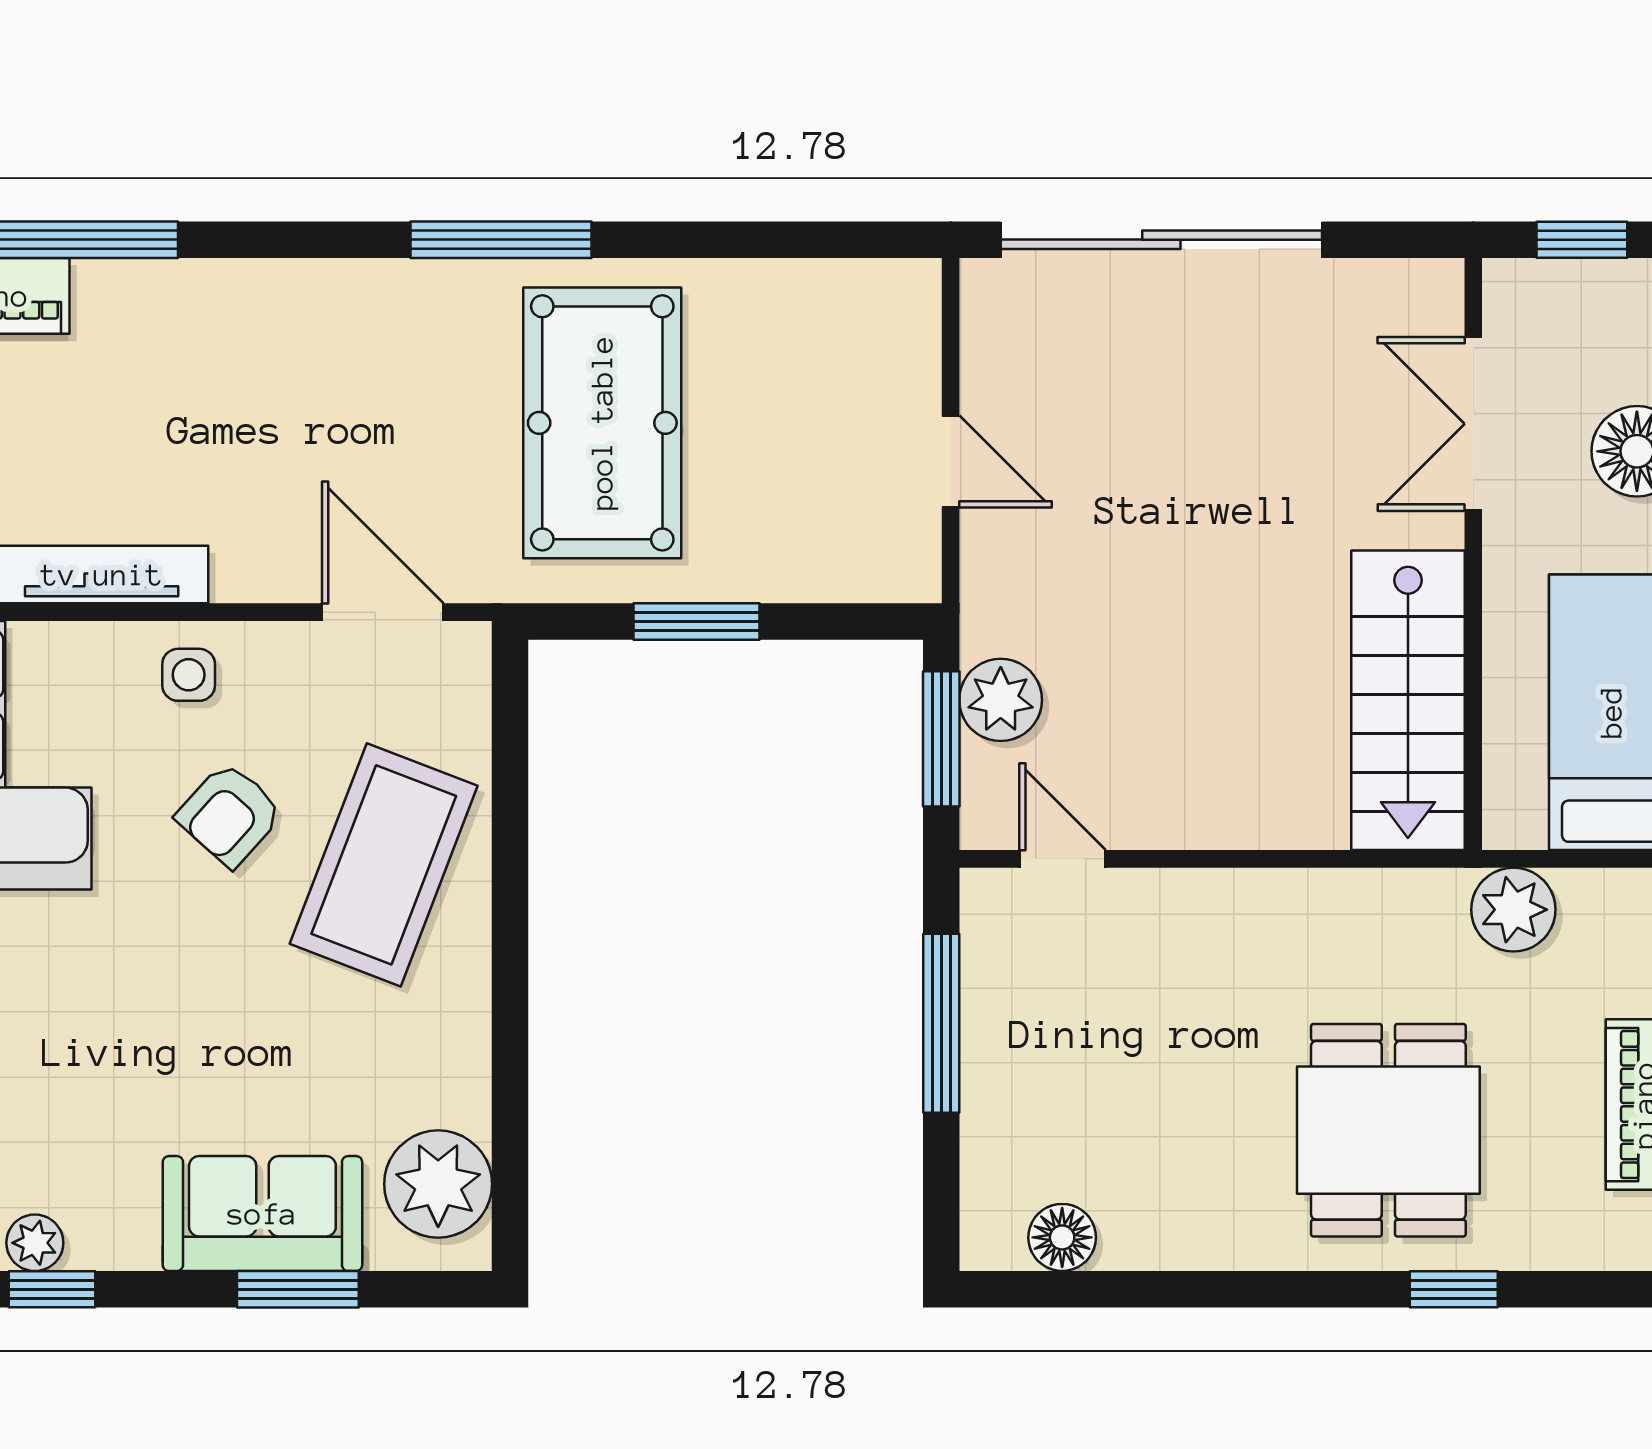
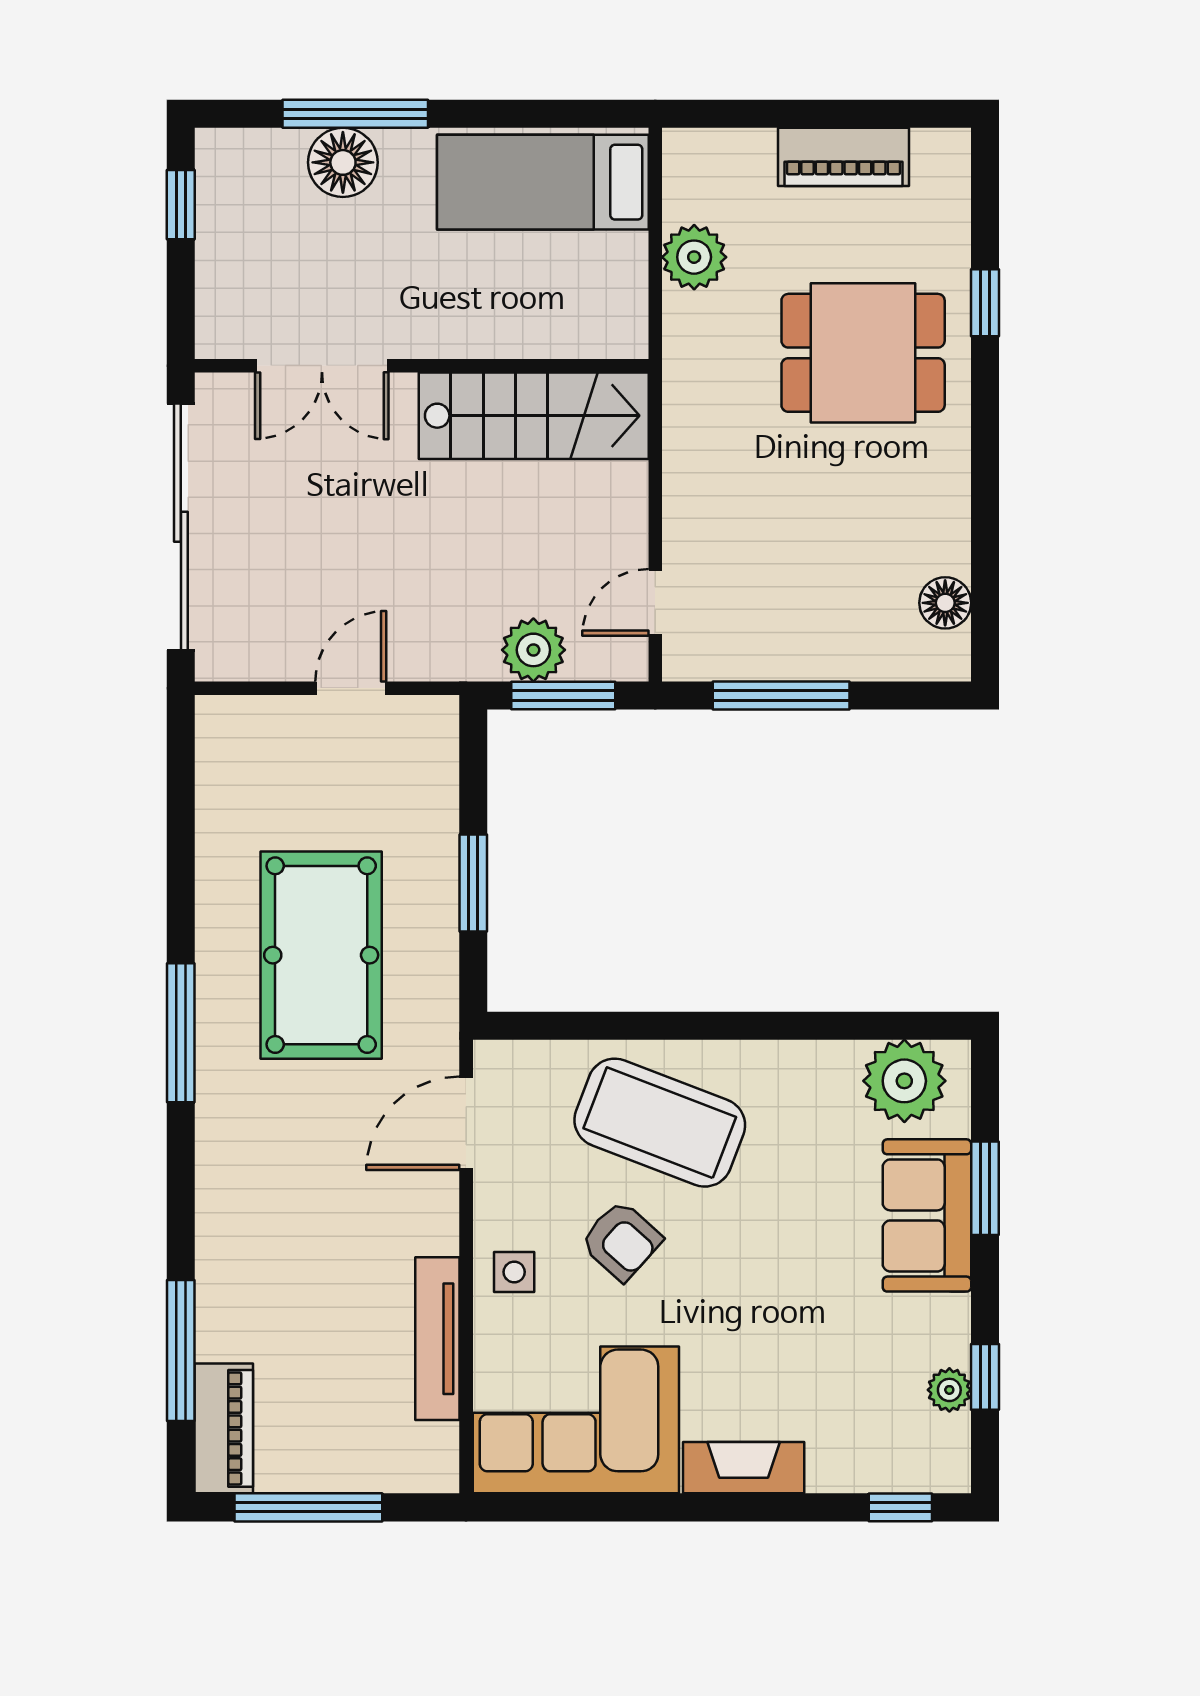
pool table: (602, 423) -> (321, 955), turned 90
double door: (1473, 424) -> (322, 366), moved
wall: (1473, 554) -> (422, 366), moved
stairs: (1408, 700) -> (534, 416), moved

